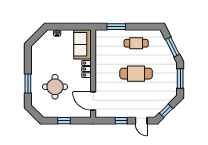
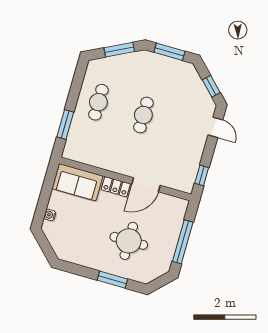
cafe table: (136, 74) -> (143, 115), width x0.73, depth x0.74
door: (93, 101) -> (146, 185), moved
window: (64, 121) -> (183, 242), width x2.17
window: (121, 121) -> (202, 175), moved
door: (141, 121) -> (215, 127), hinge flipped

